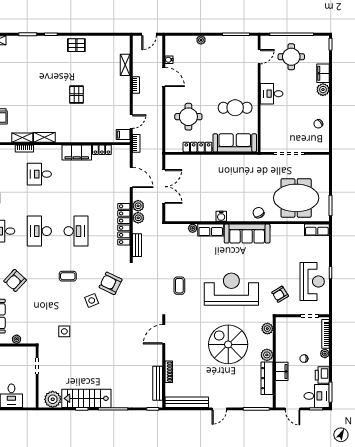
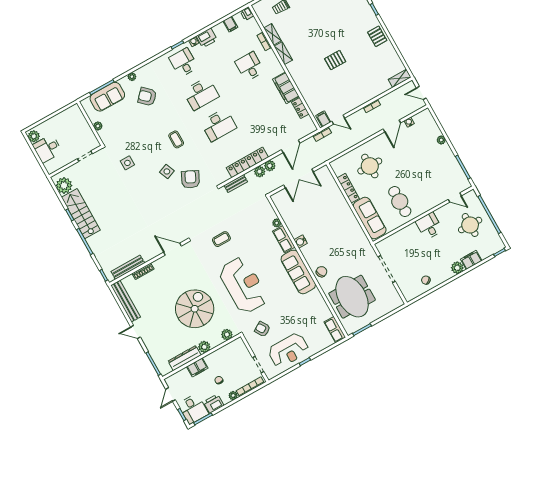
shelving: (125, 65) -> (400, 78), moved
desk: (39, 231) -> (201, 94), turned 180

